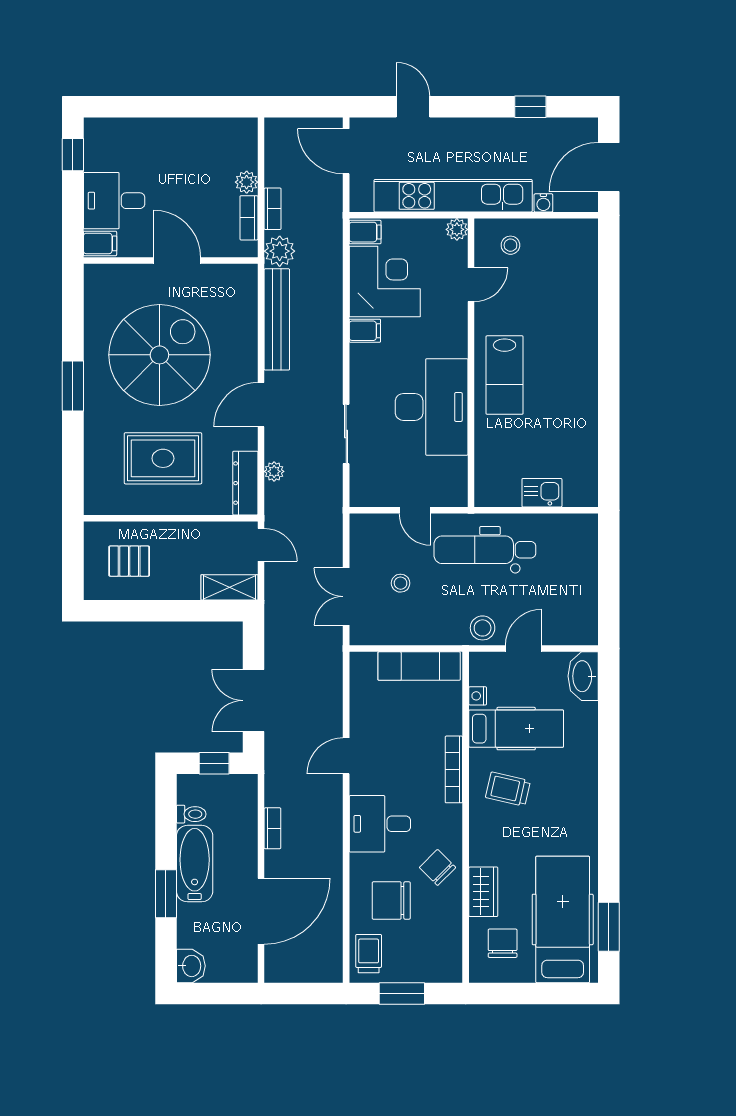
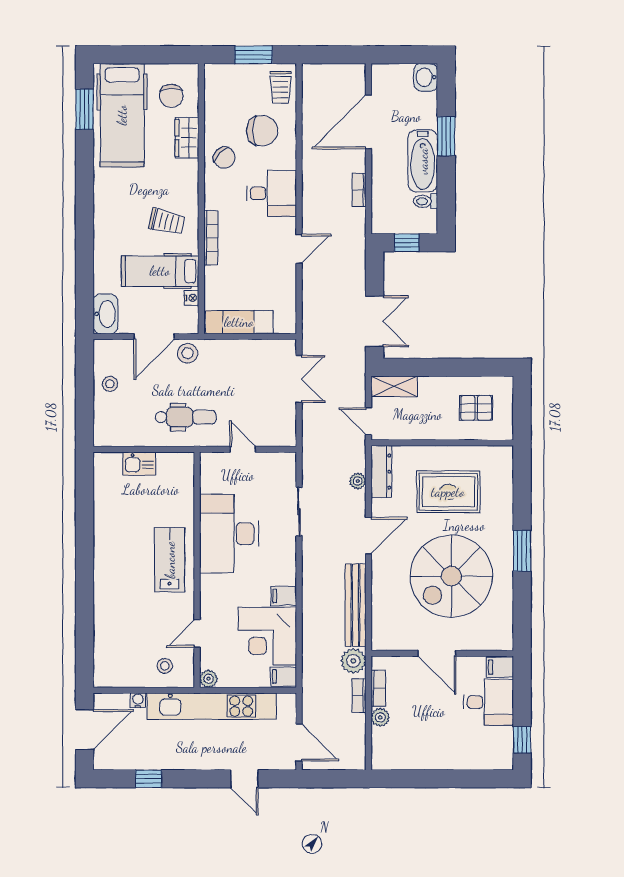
dental chair: (485, 550) -> (186, 417), width x0.73, depth x0.72
stool: (401, 583) -> (110, 384), moved
door: (524, 649) -> (154, 336), width x1.38
double door: (254, 701) -> (374, 321), moved

